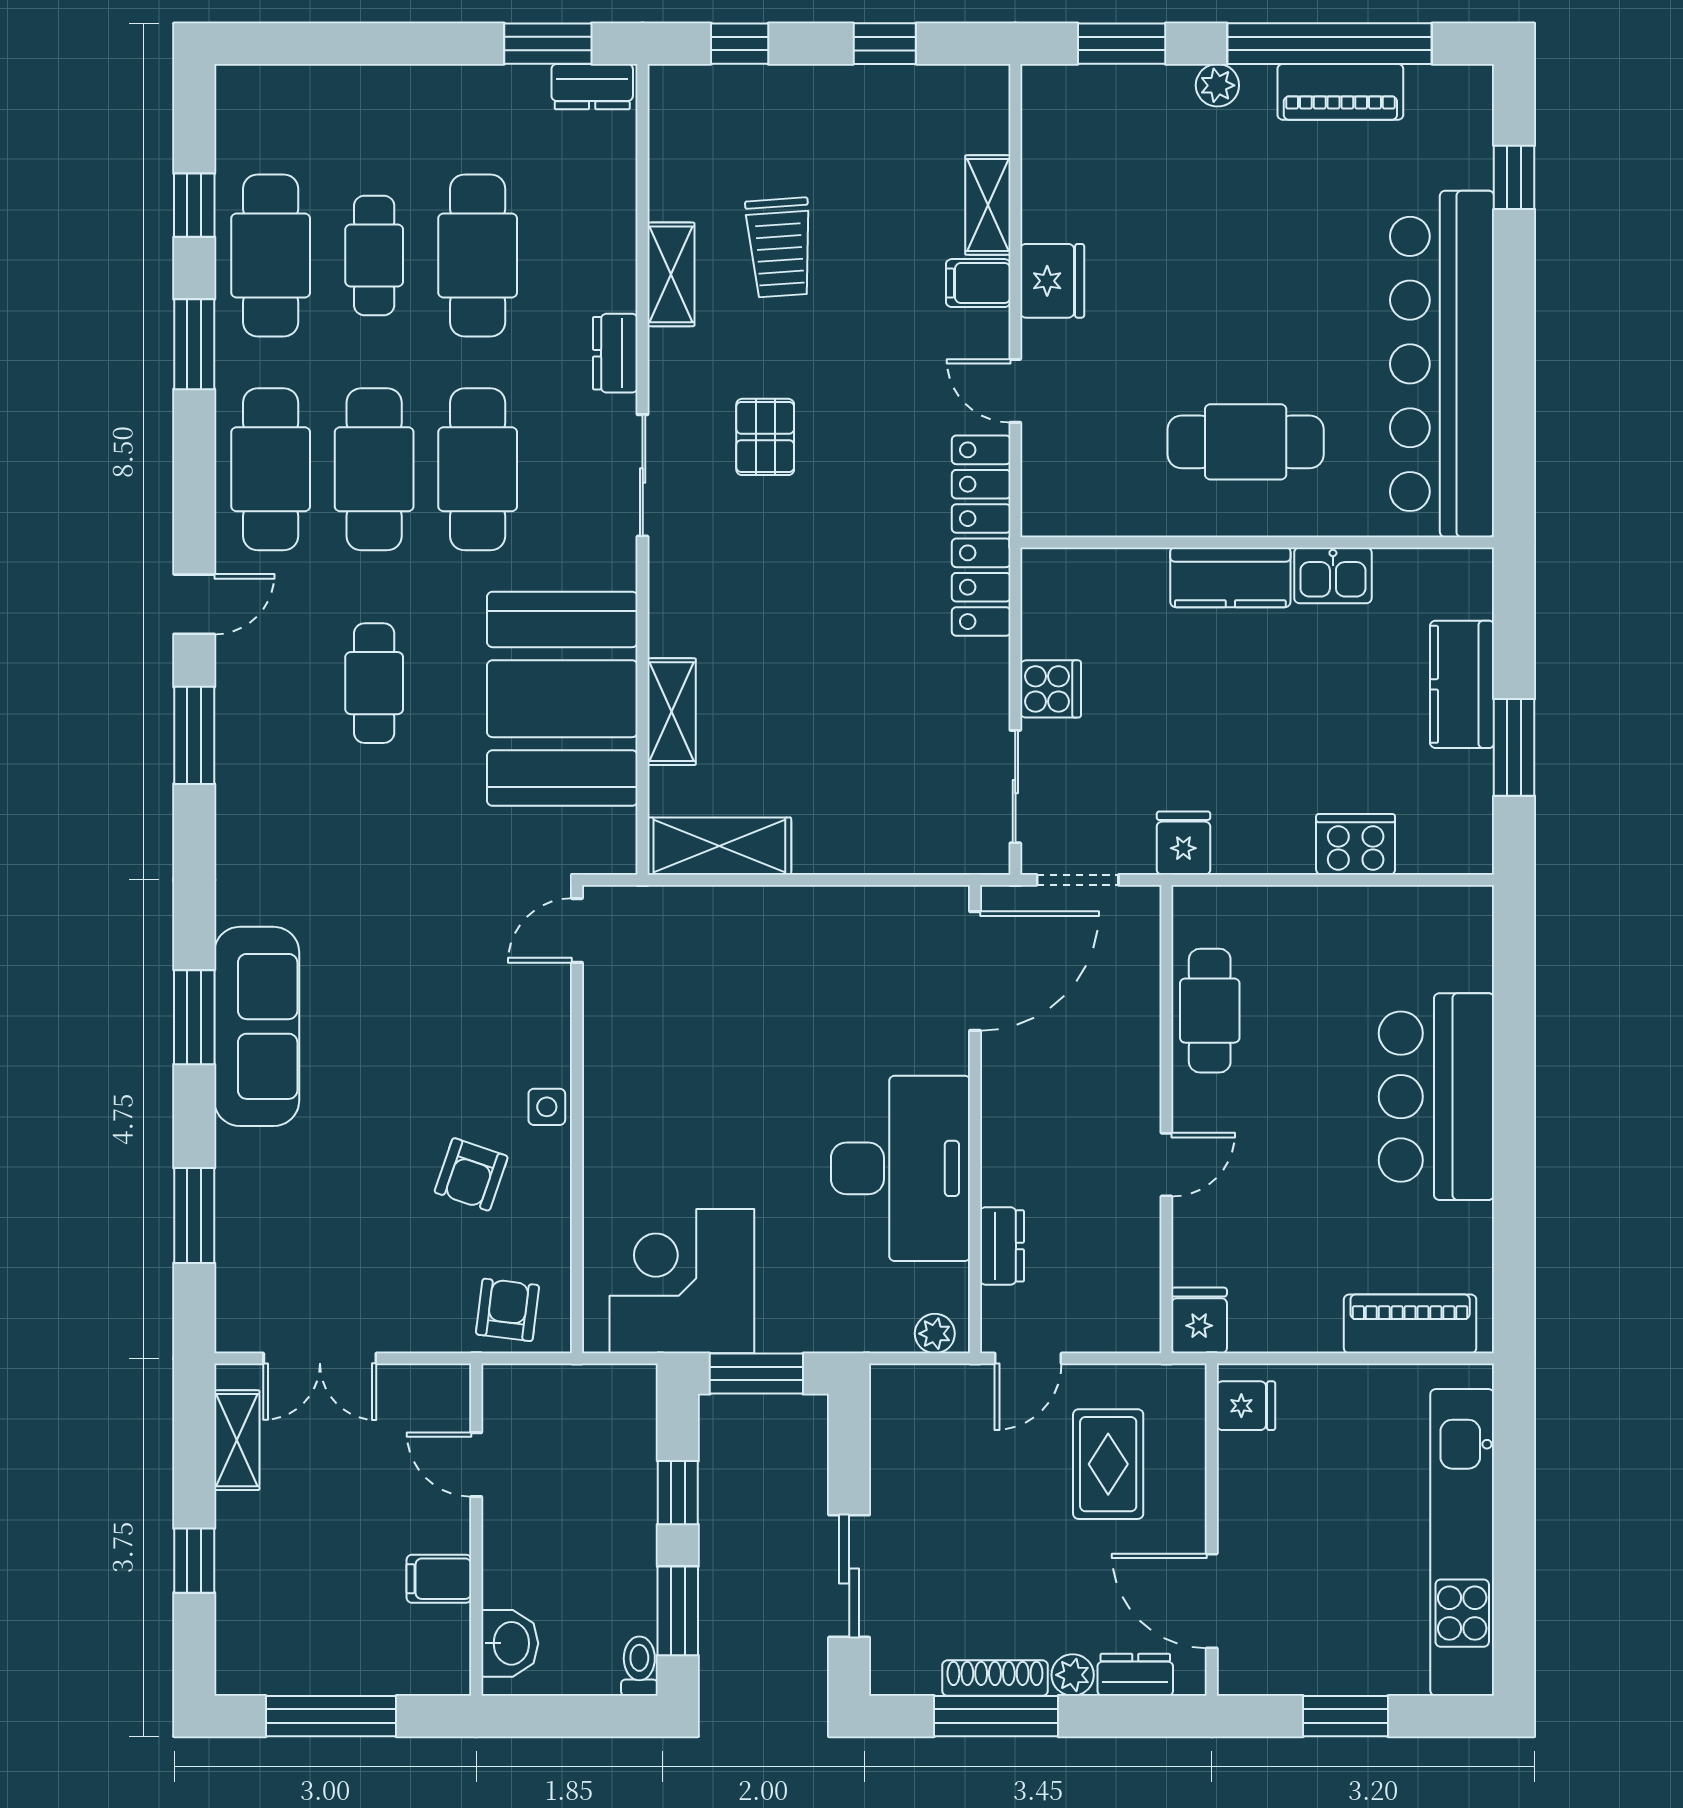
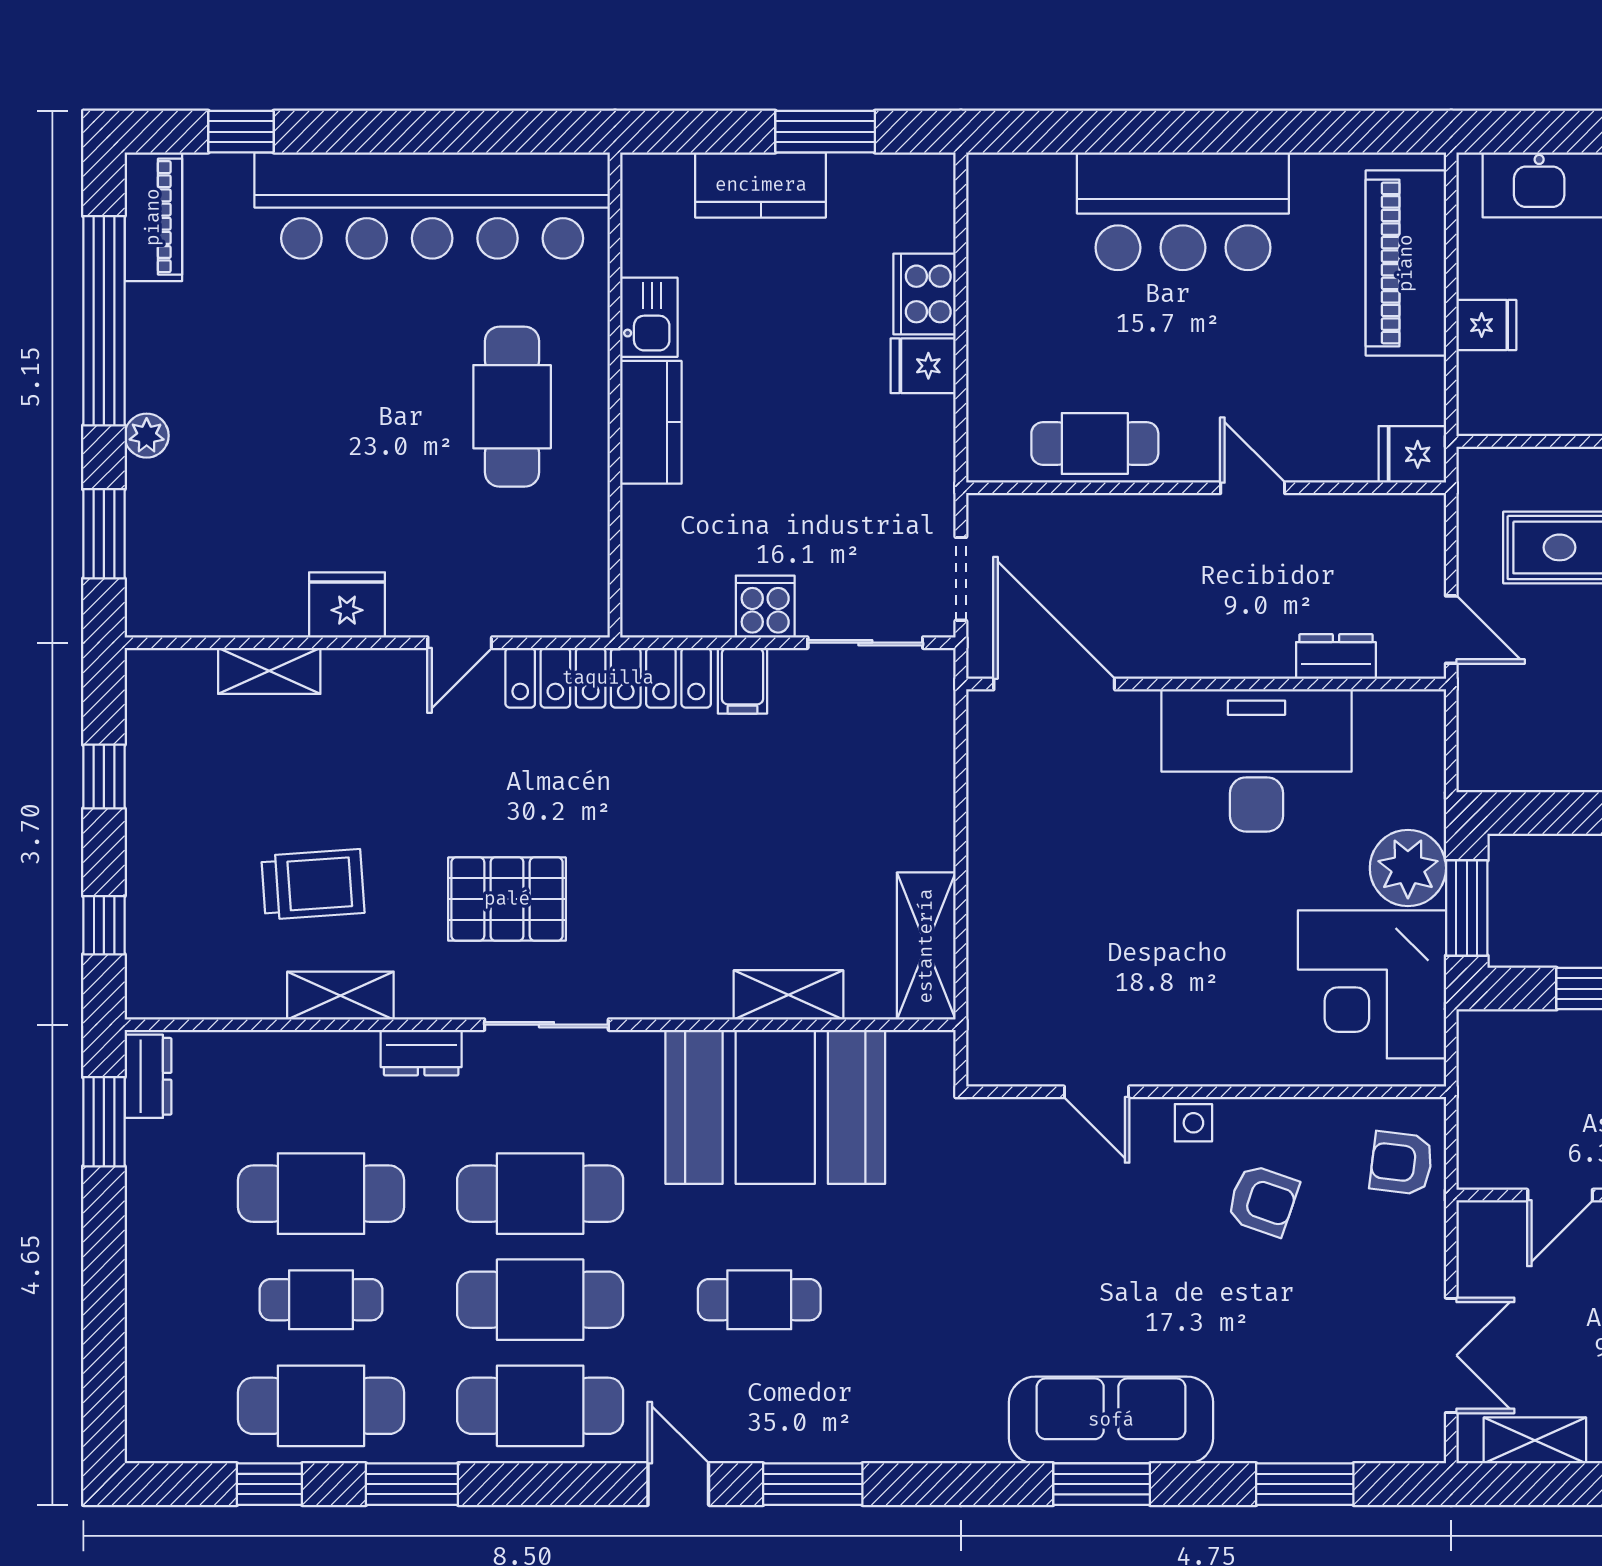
piano: (1340, 92) -> (153, 217), moved
filing cabinet: (978, 283) -> (742, 681), moved
pallet: (765, 437) -> (507, 899), width x1.50, depth x1.42
fridge: (1183, 843) -> (923, 366), moved
door: (577, 930) -> (1097, 1092), moved
piano: (1410, 1324) -> (1406, 263), width x1.37, depth x1.33
plant: (935, 1334) -> (1408, 868), moved, width x1.88, depth x1.88
fridge: (1246, 1406) -> (1486, 325), moved, turned 90

